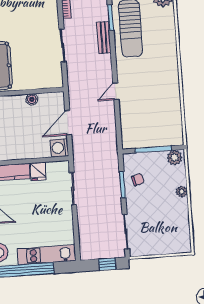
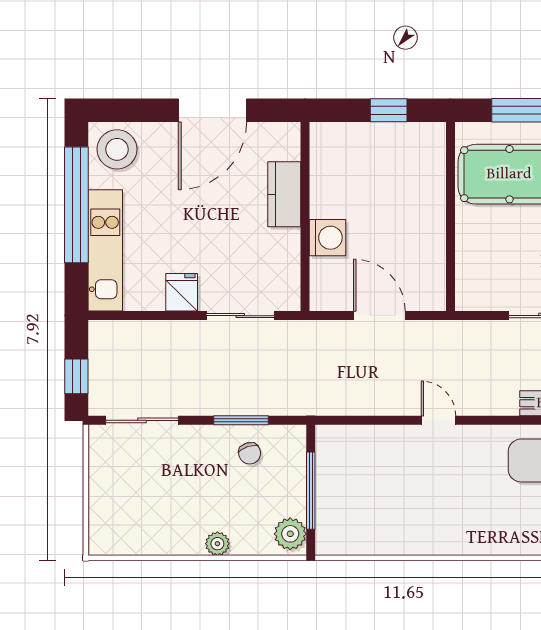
boiler: (32, 99) -> (434, 243), removed
washing machine: (59, 148) -> (328, 238), moved, turned 90
fridge: (38, 171) -> (182, 292), moved, turned 90

